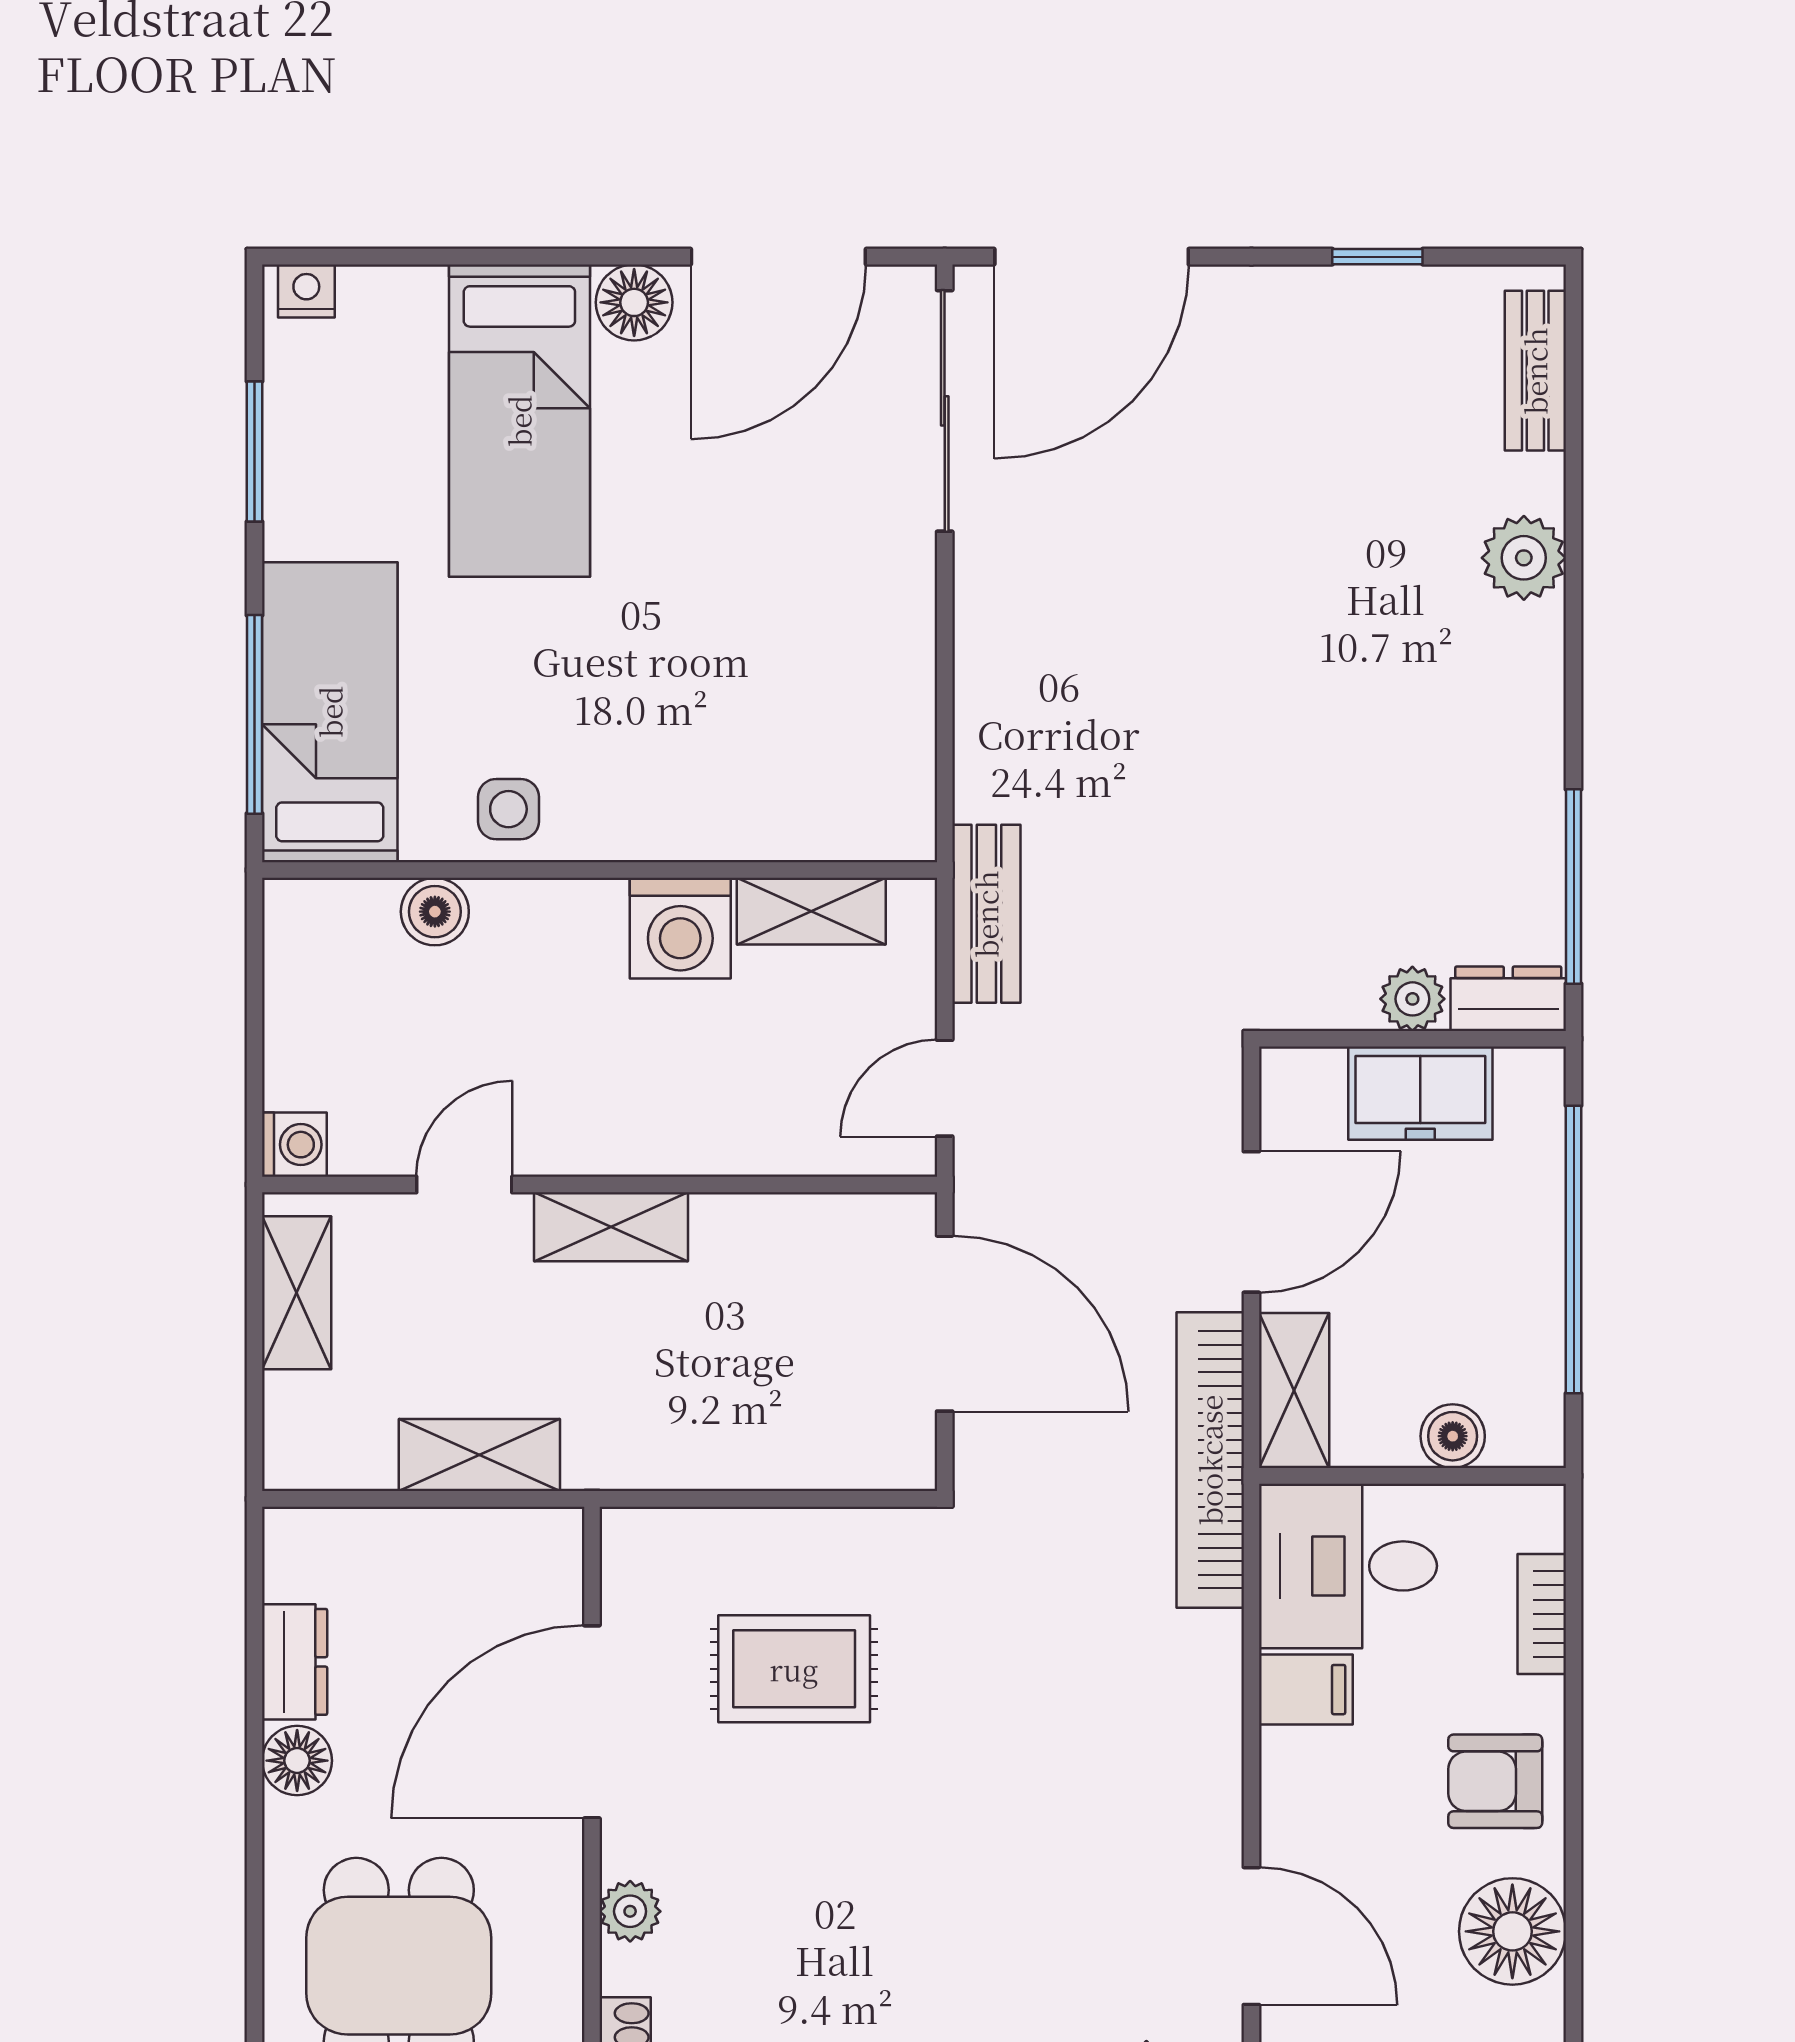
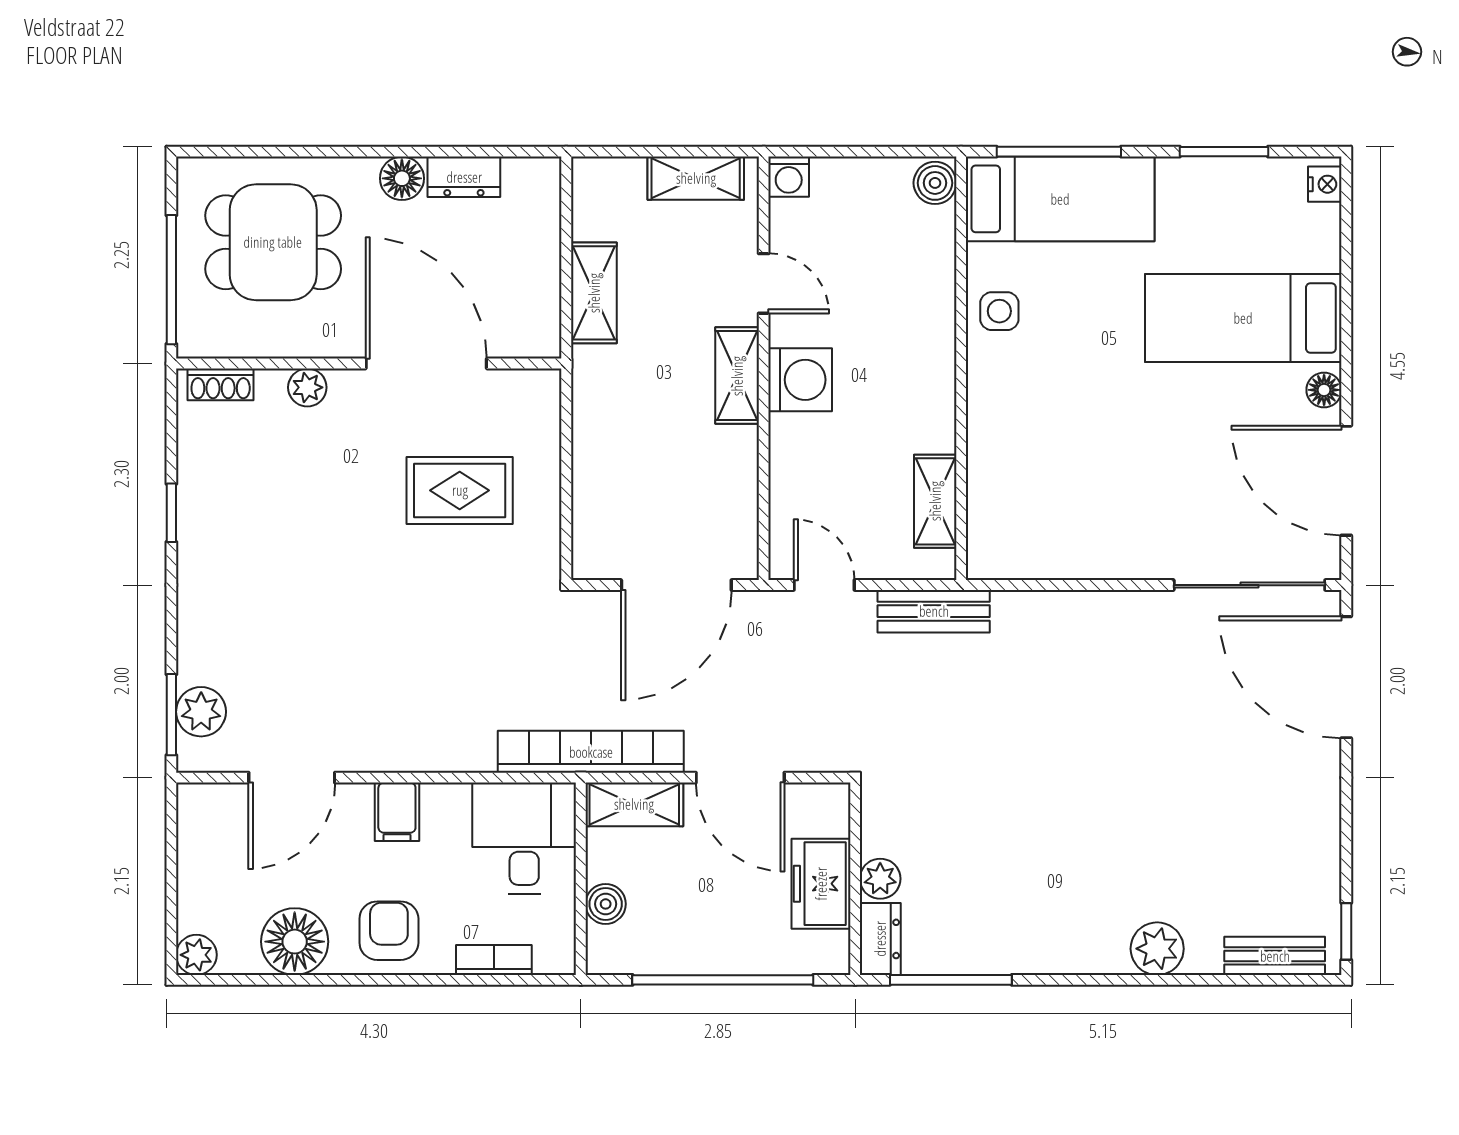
window: (1377, 257) -> (1346, 931), moved
floor lamp: (634, 302) -> (1324, 390), width x0.73, depth x0.73
boiler: (435, 912) -> (935, 183), moved
washing machine: (680, 928) -> (800, 380), moved, turned 180
rug: (794, 1669) -> (460, 490), turned 90
filing cabinet: (1306, 1690) -> (397, 812), moved

